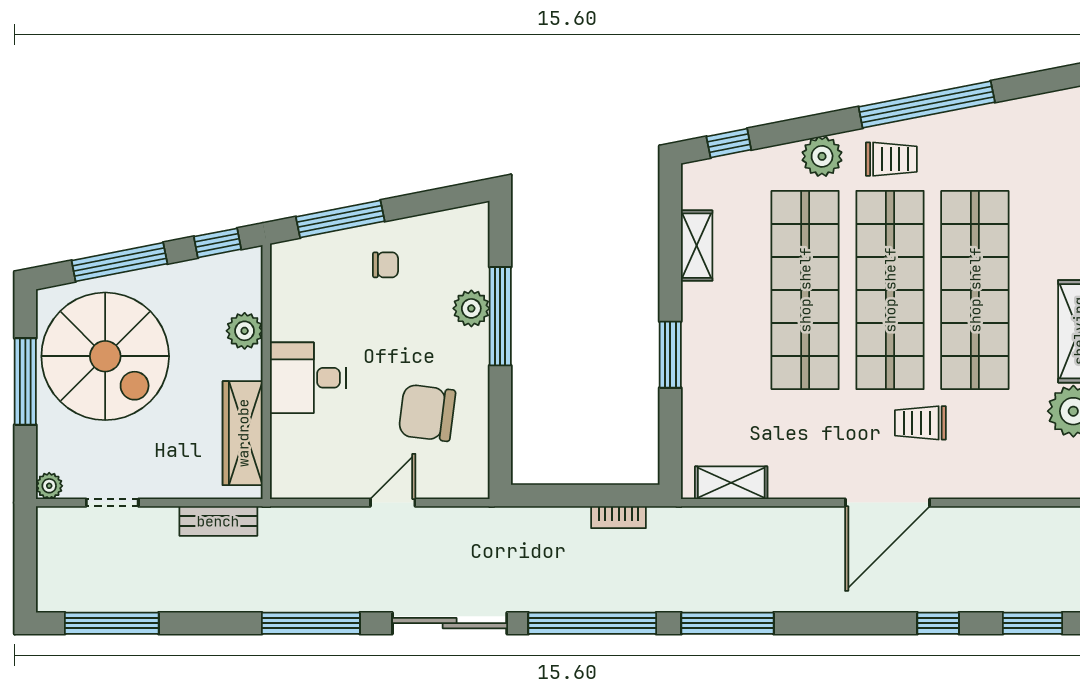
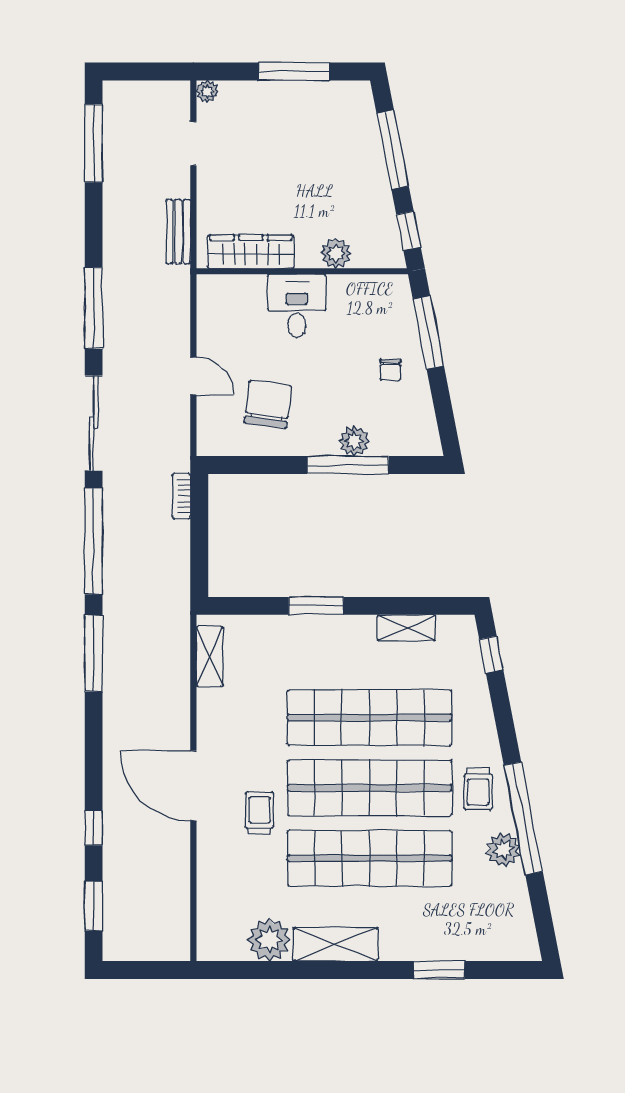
plant: (822, 156) -> (503, 850), moved
spiral stairs: (105, 356) -> (315, 138), removed
bookcase: (619, 517) -> (181, 496), moved

